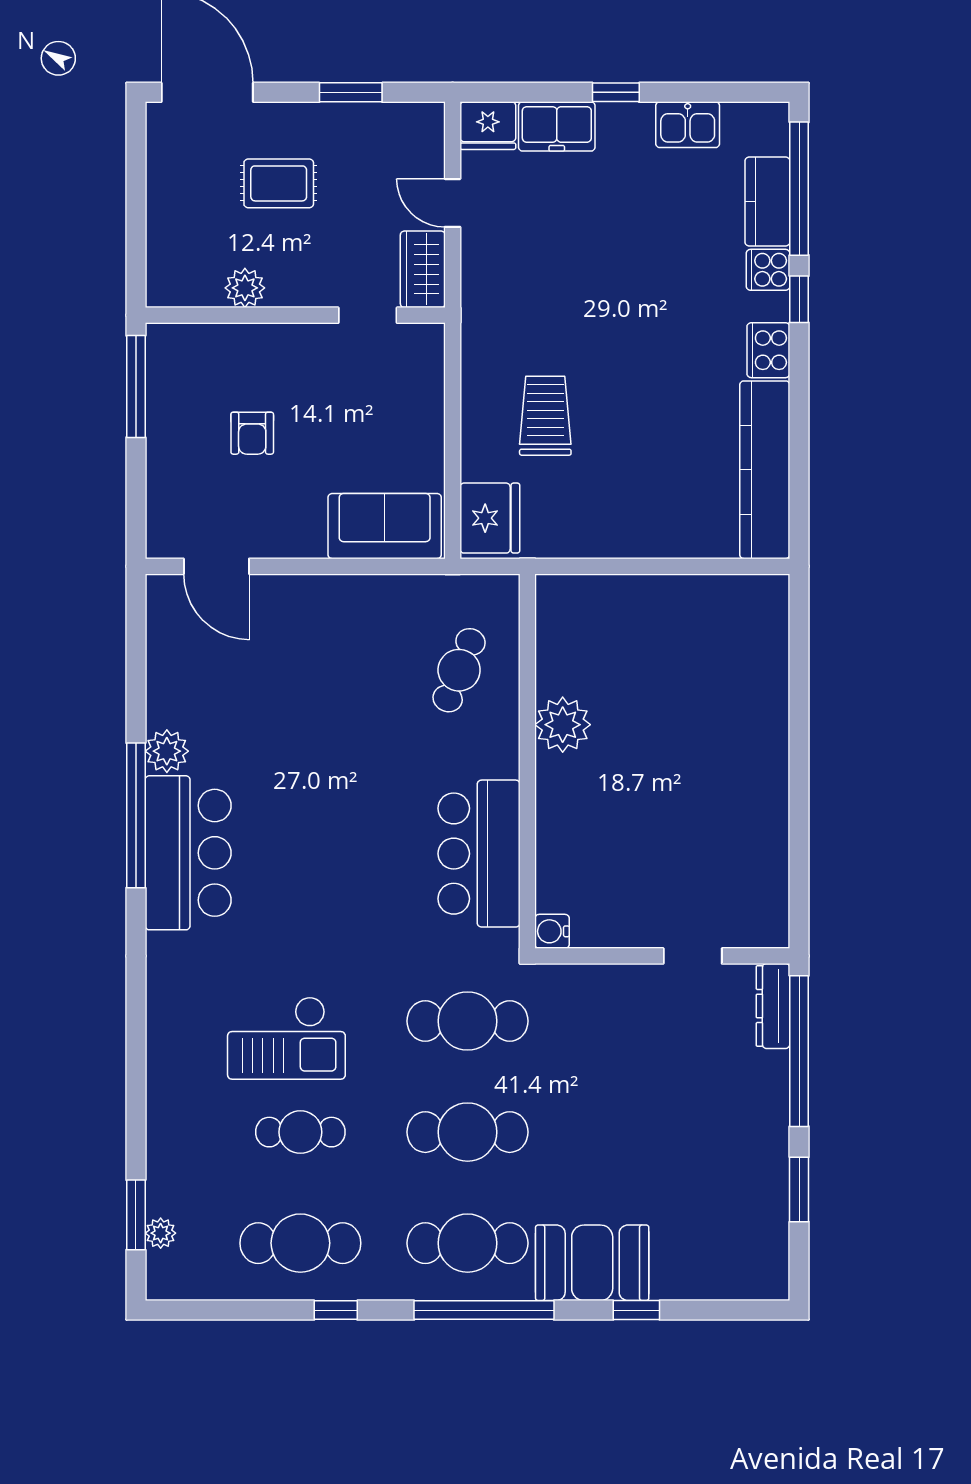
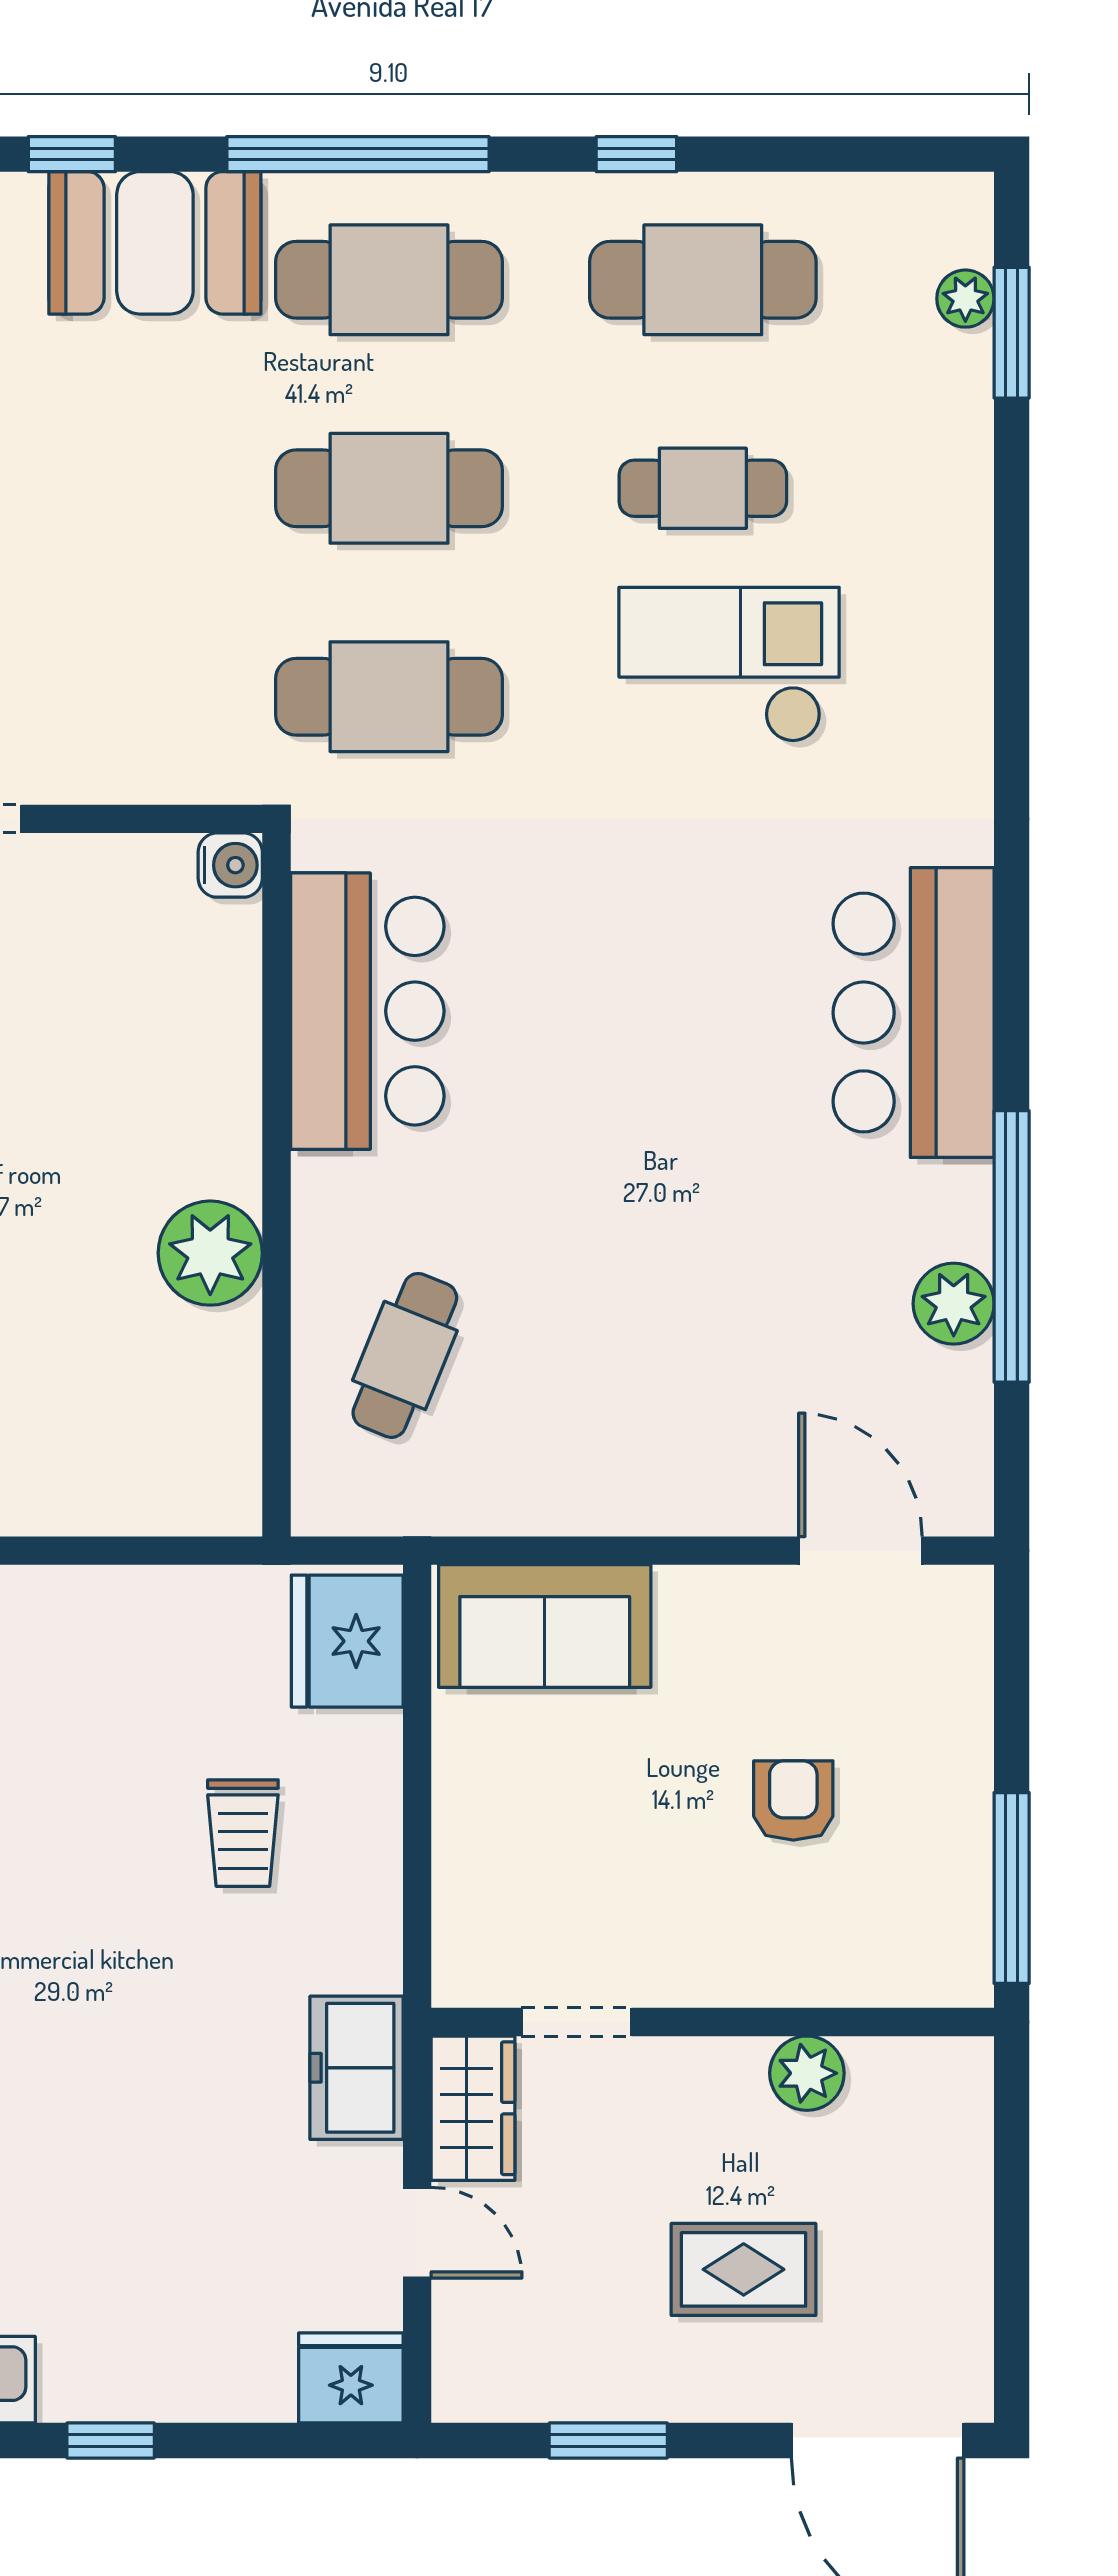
freezer: (557, 126) -> (357, 2068), moved, turned -90
trolley: (545, 416) -> (243, 1833), width x0.73, depth x0.72
plant: (167, 751) -> (954, 1304), moved
window: (136, 815) -> (1012, 1246), moved

